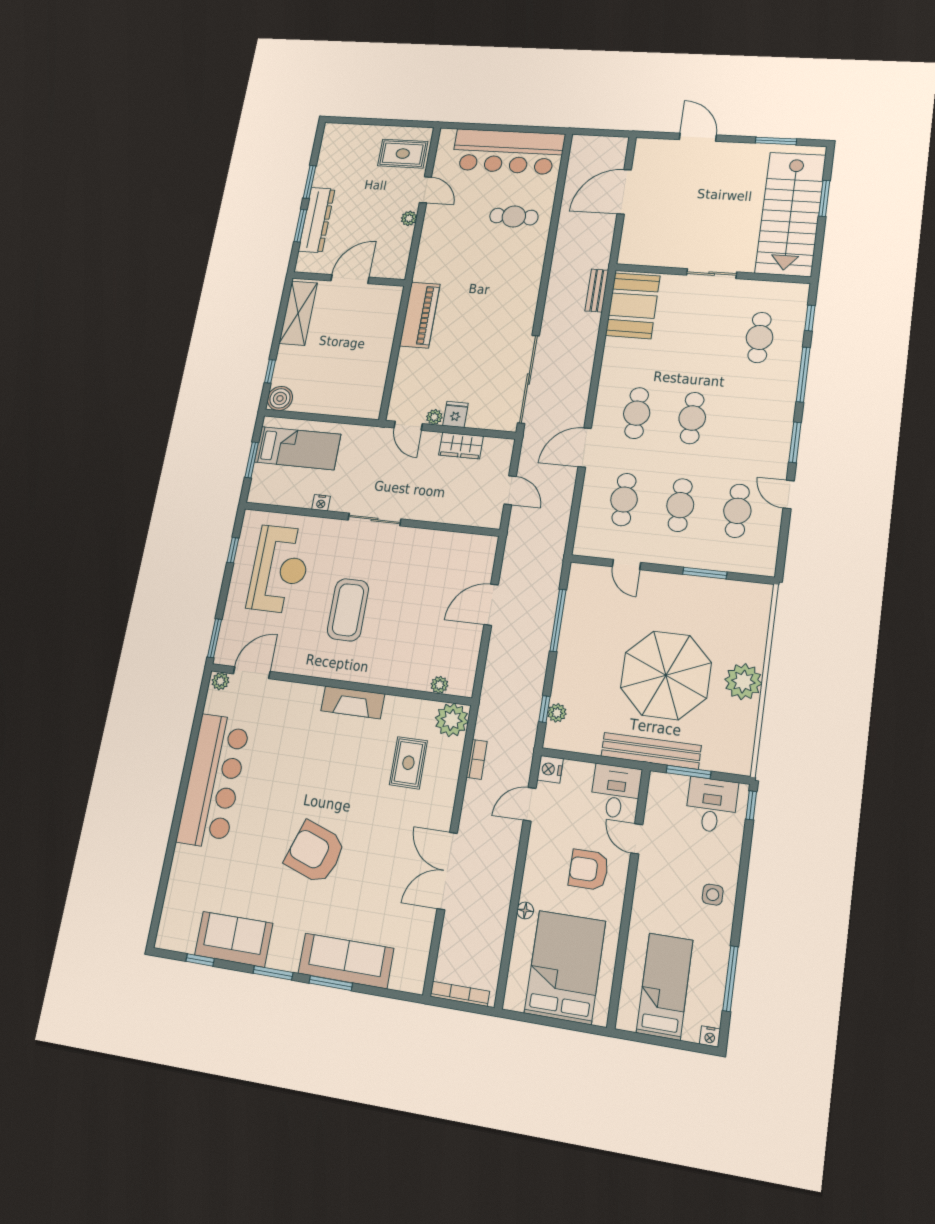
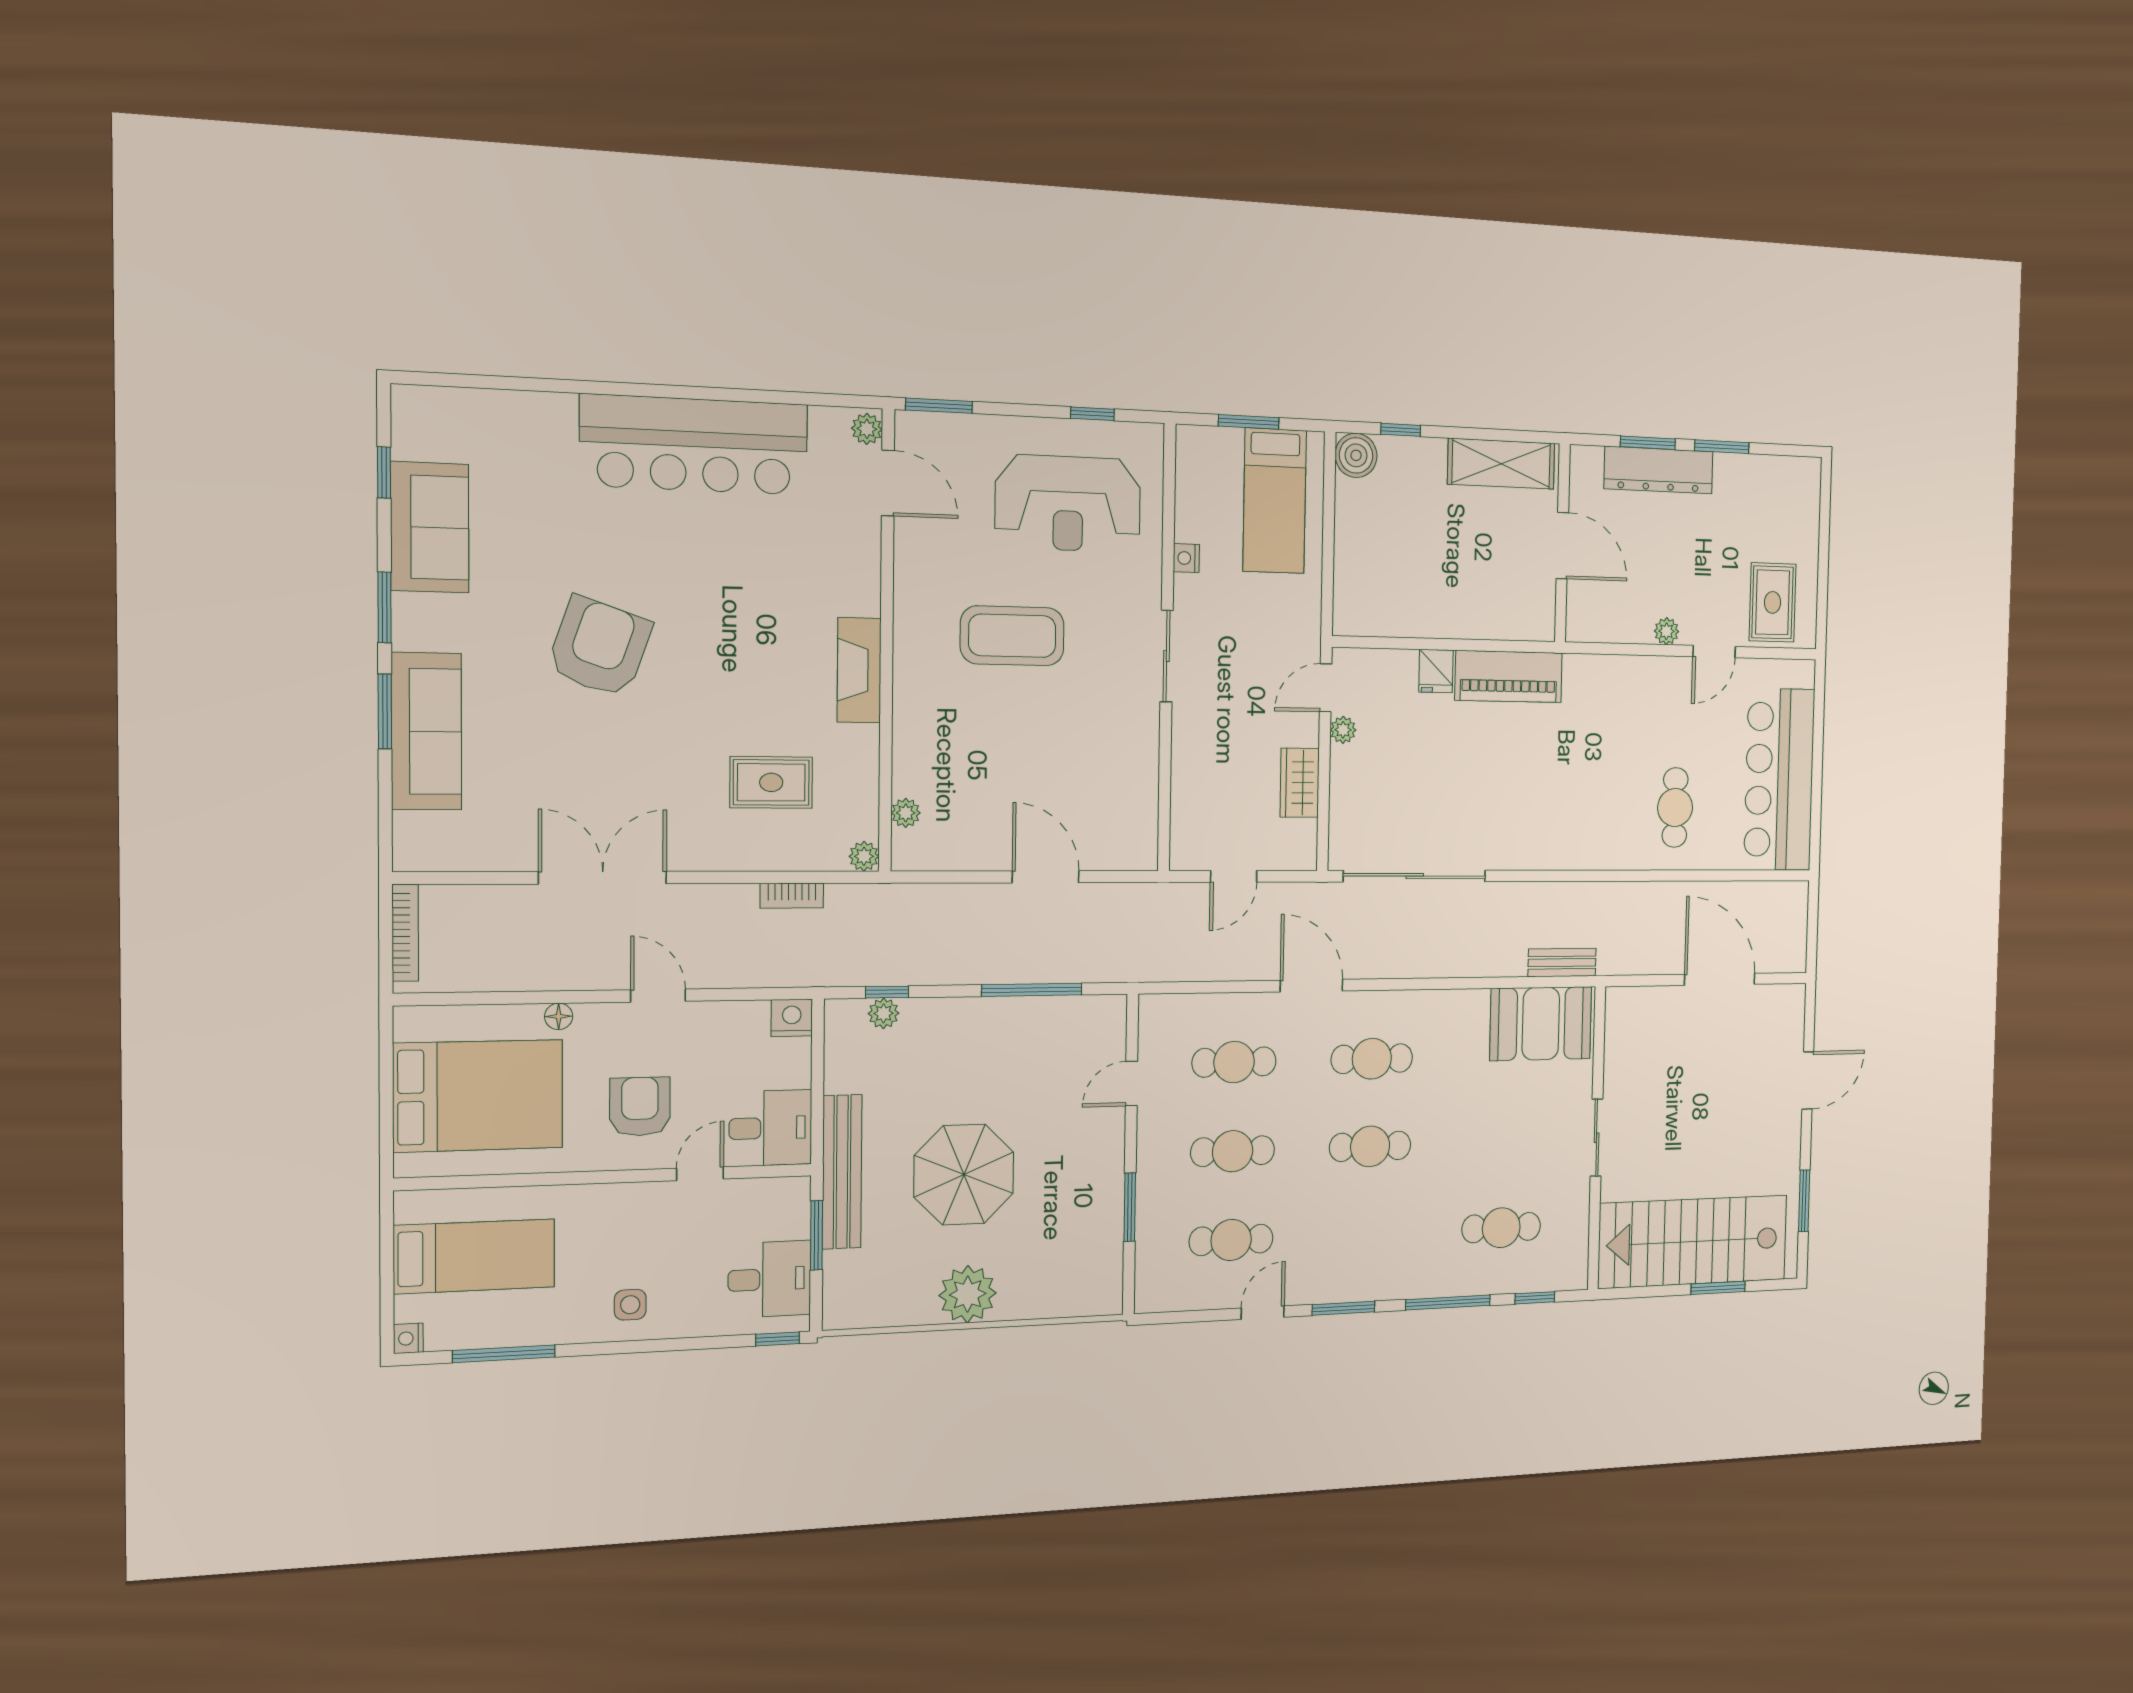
fridge: (455, 414) -> (1436, 671), moved, turned 90
parasol: (666, 675) -> (964, 1175), width x0.73, depth x0.73
plant: (452, 720) -> (864, 856), width x0.53, depth x0.53
door: (530, 804) -> (658, 996), moved

